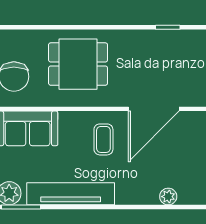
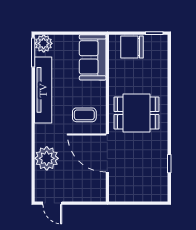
dining table: (78, 64) -> (136, 113), moved, turned 90
plant: (168, 197) -> (47, 158), width x1.87, depth x1.87

